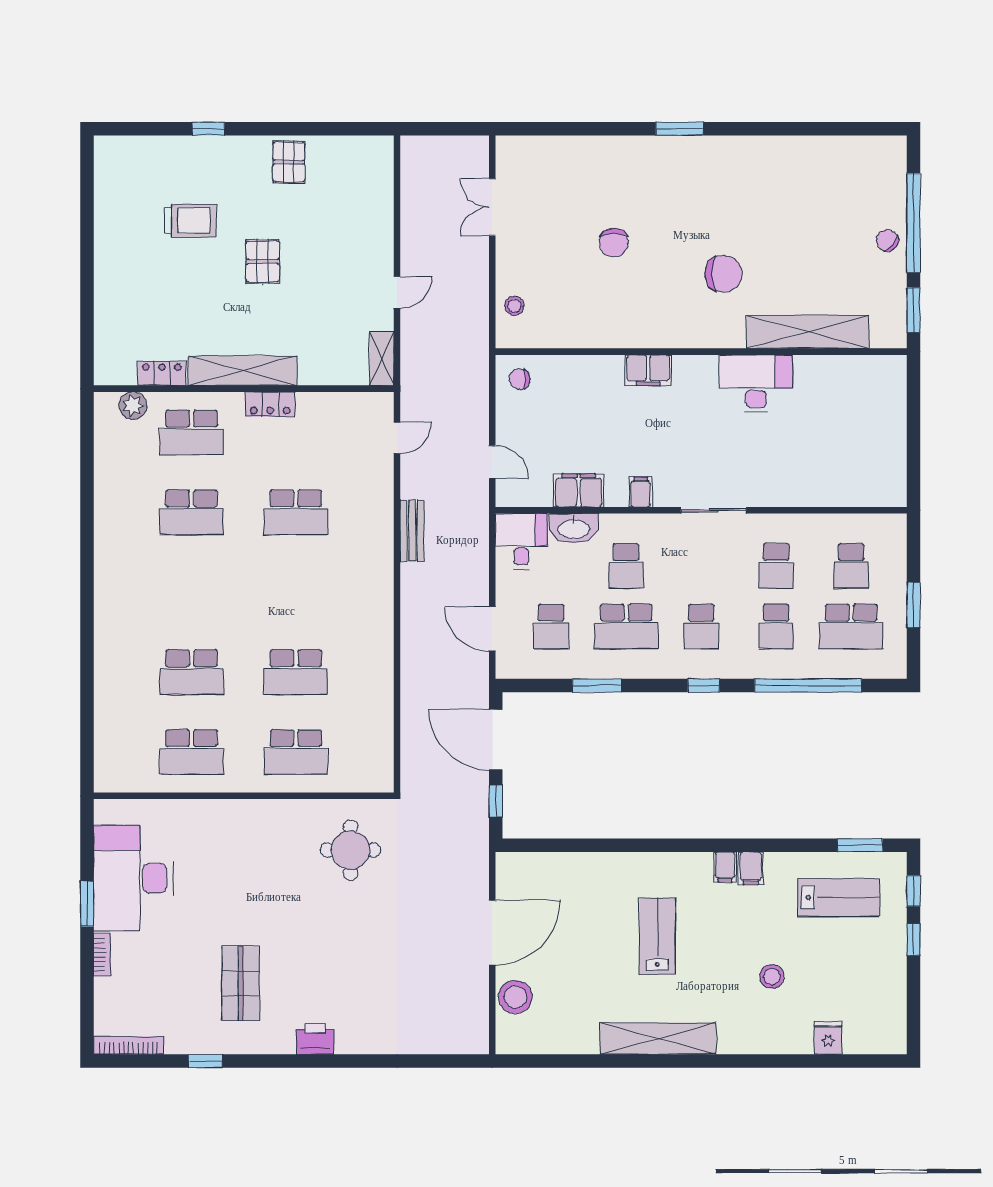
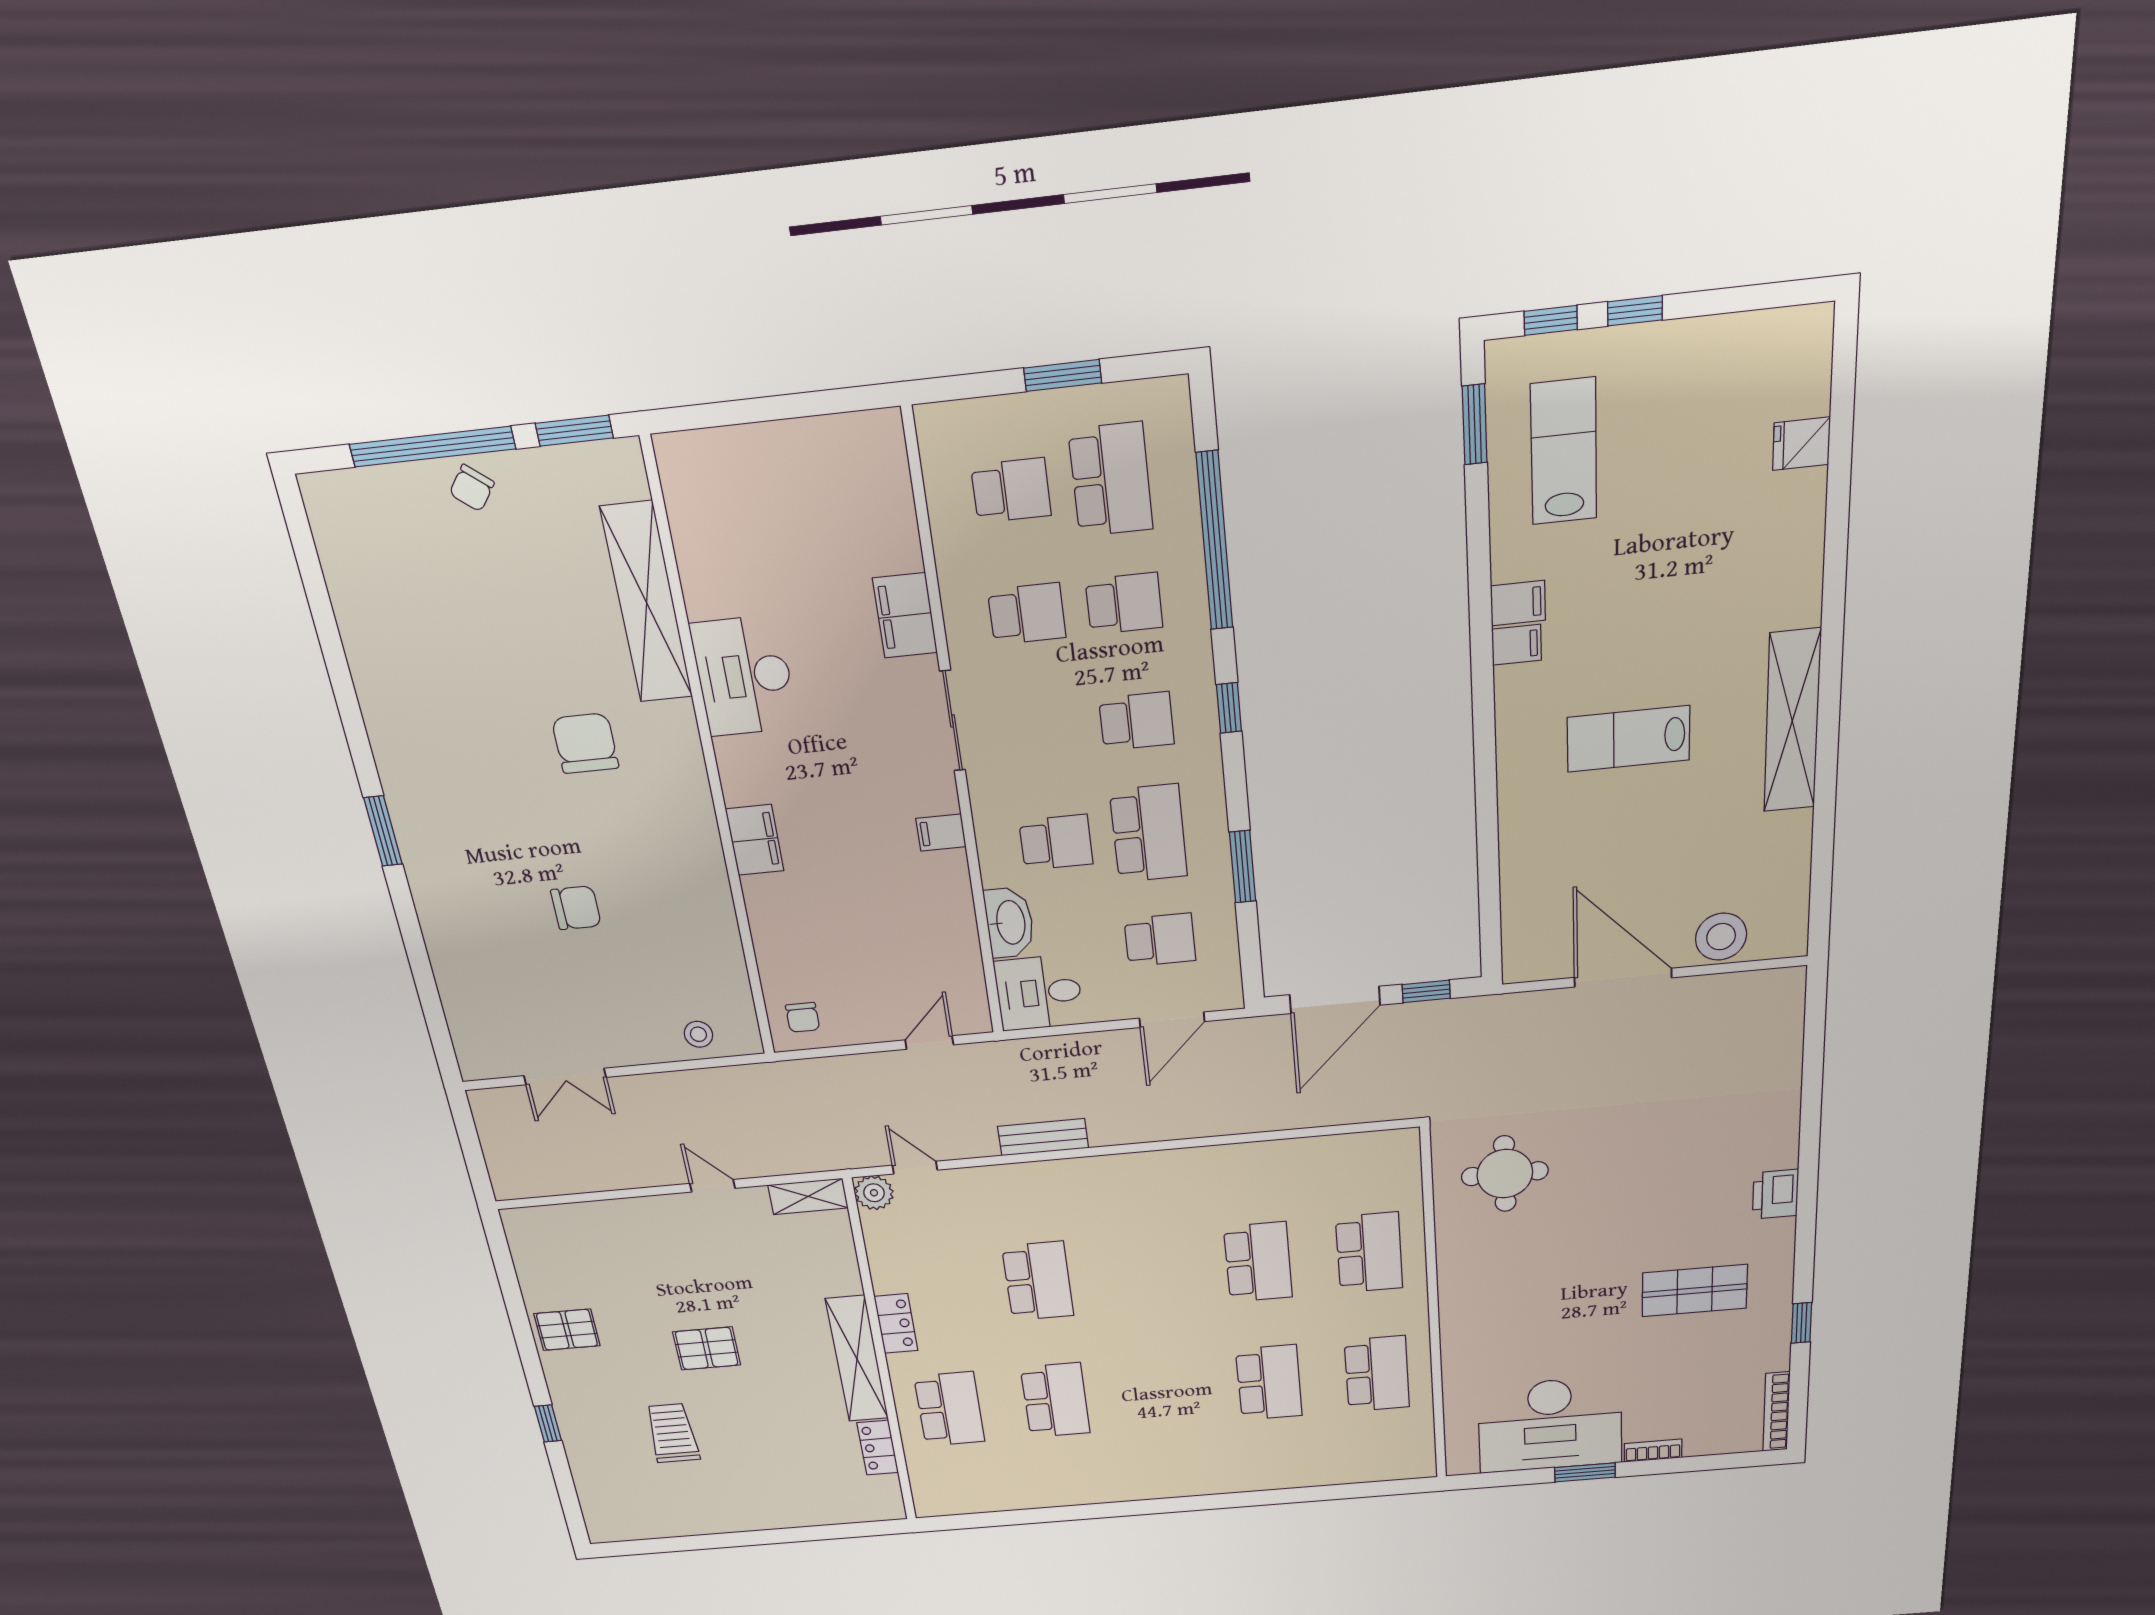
plant: (133, 406) -> (874, 1193), moved
filing cabinet: (579, 490) -> (905, 615), moved
stool: (772, 976) -> (1696, 550), removed

